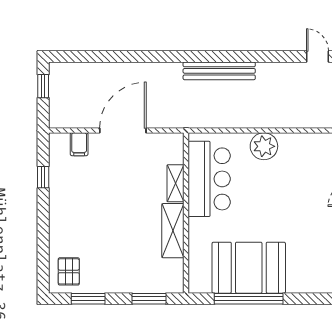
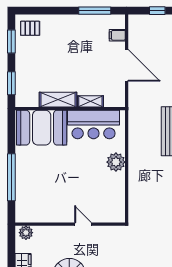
window: (43, 177) -> (95, 11), width x2.17
booth: (249, 268) -> (42, 128), moved, turned 90
window: (249, 299) -> (11, 177), moved

